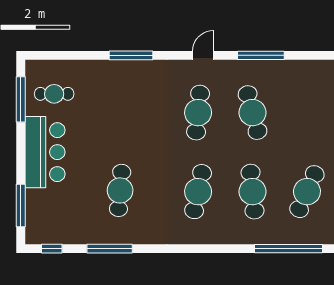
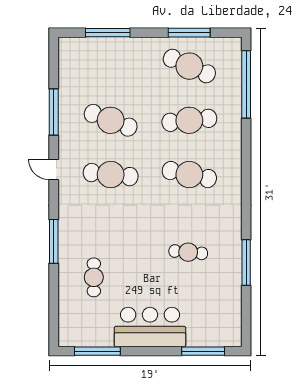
cafe table: (54, 94) -> (94, 277), moved
cafe table: (253, 113) -> (111, 120), turned 36
cafe table: (120, 190) -> (188, 252), width x0.73, depth x0.74
window: (52, 249) -> (246, 320), removed

